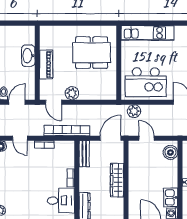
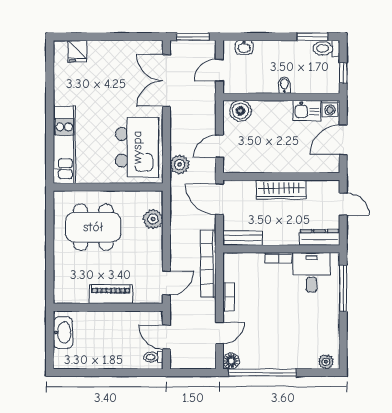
dining table: (92, 53) -> (93, 227), turned 90
washbasin: (28, 56) -> (63, 332), moved, turned -90
plant: (72, 93) -> (153, 219), moved

